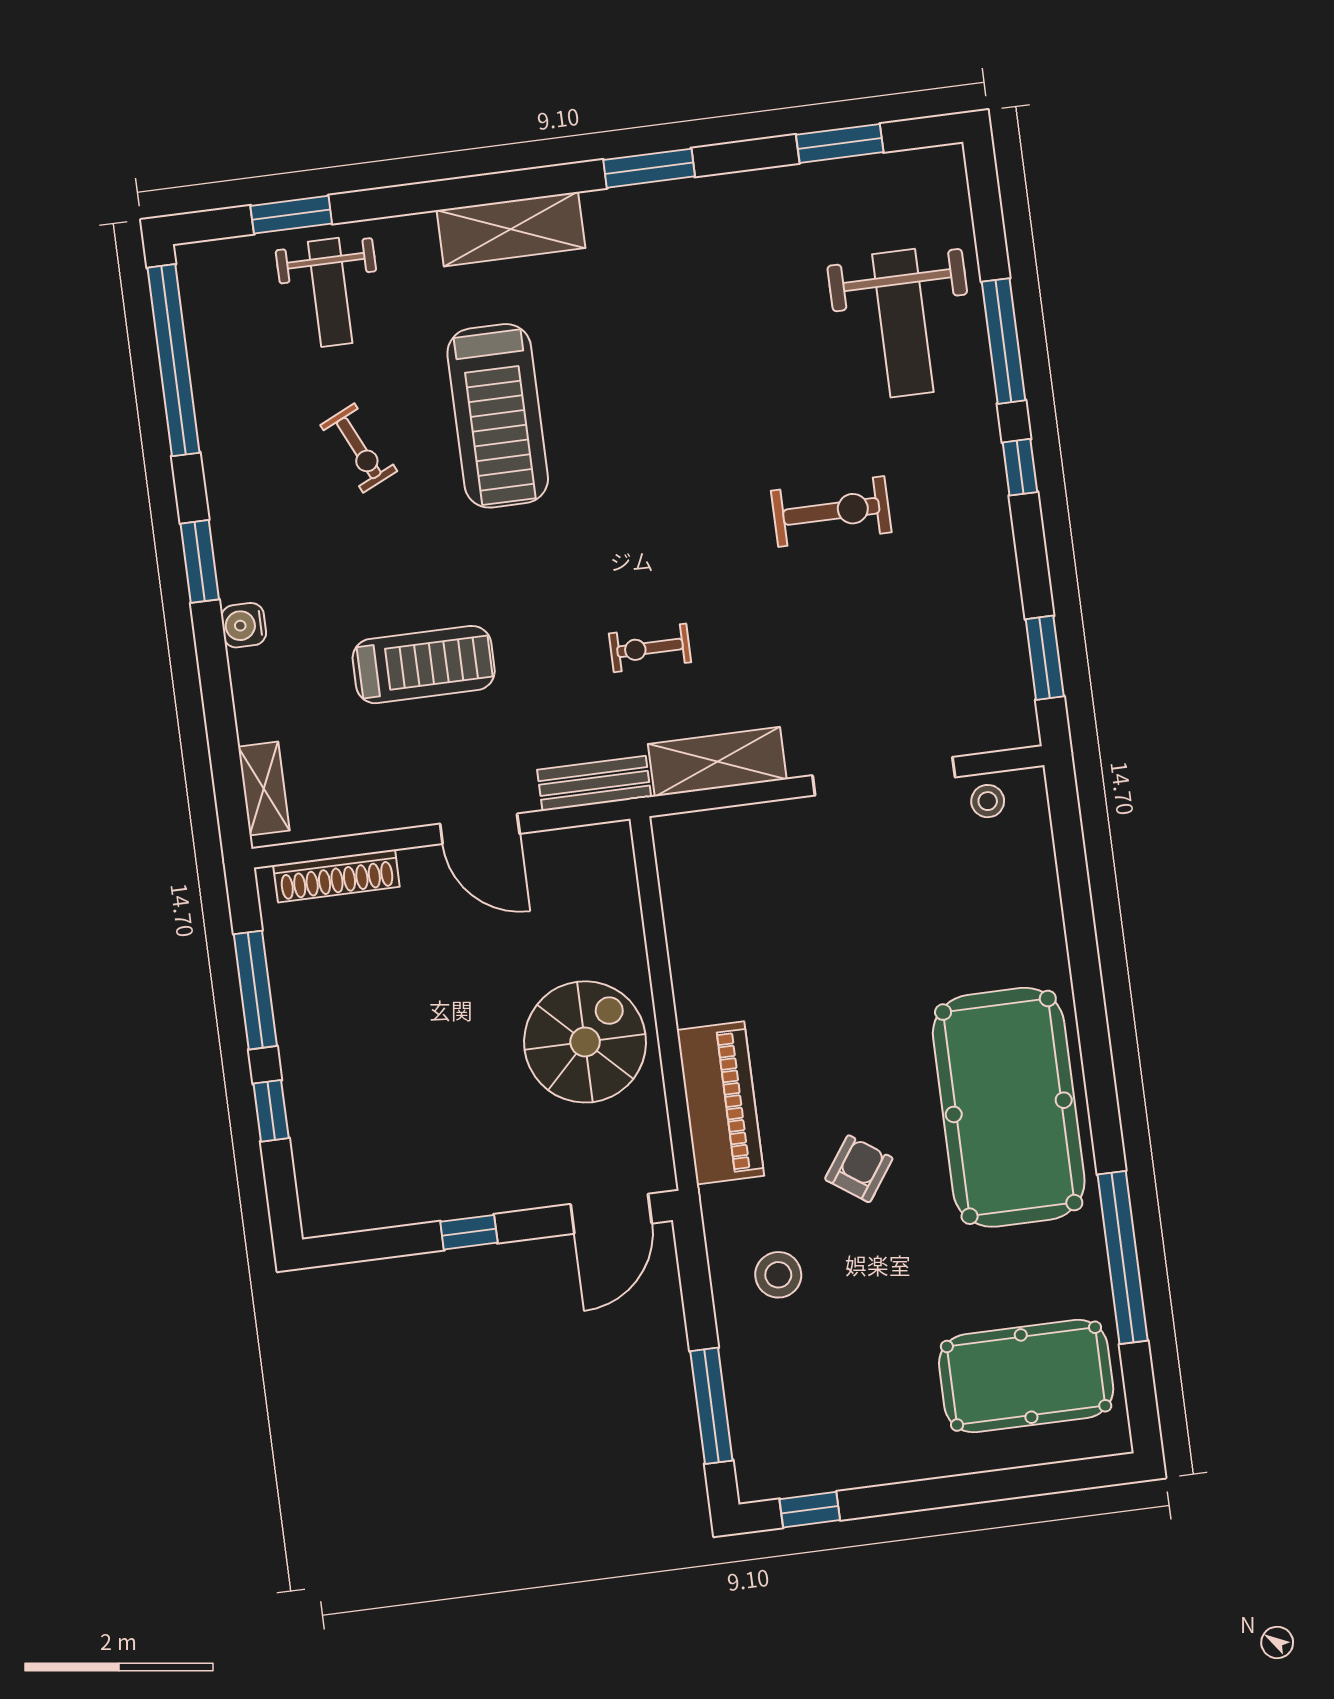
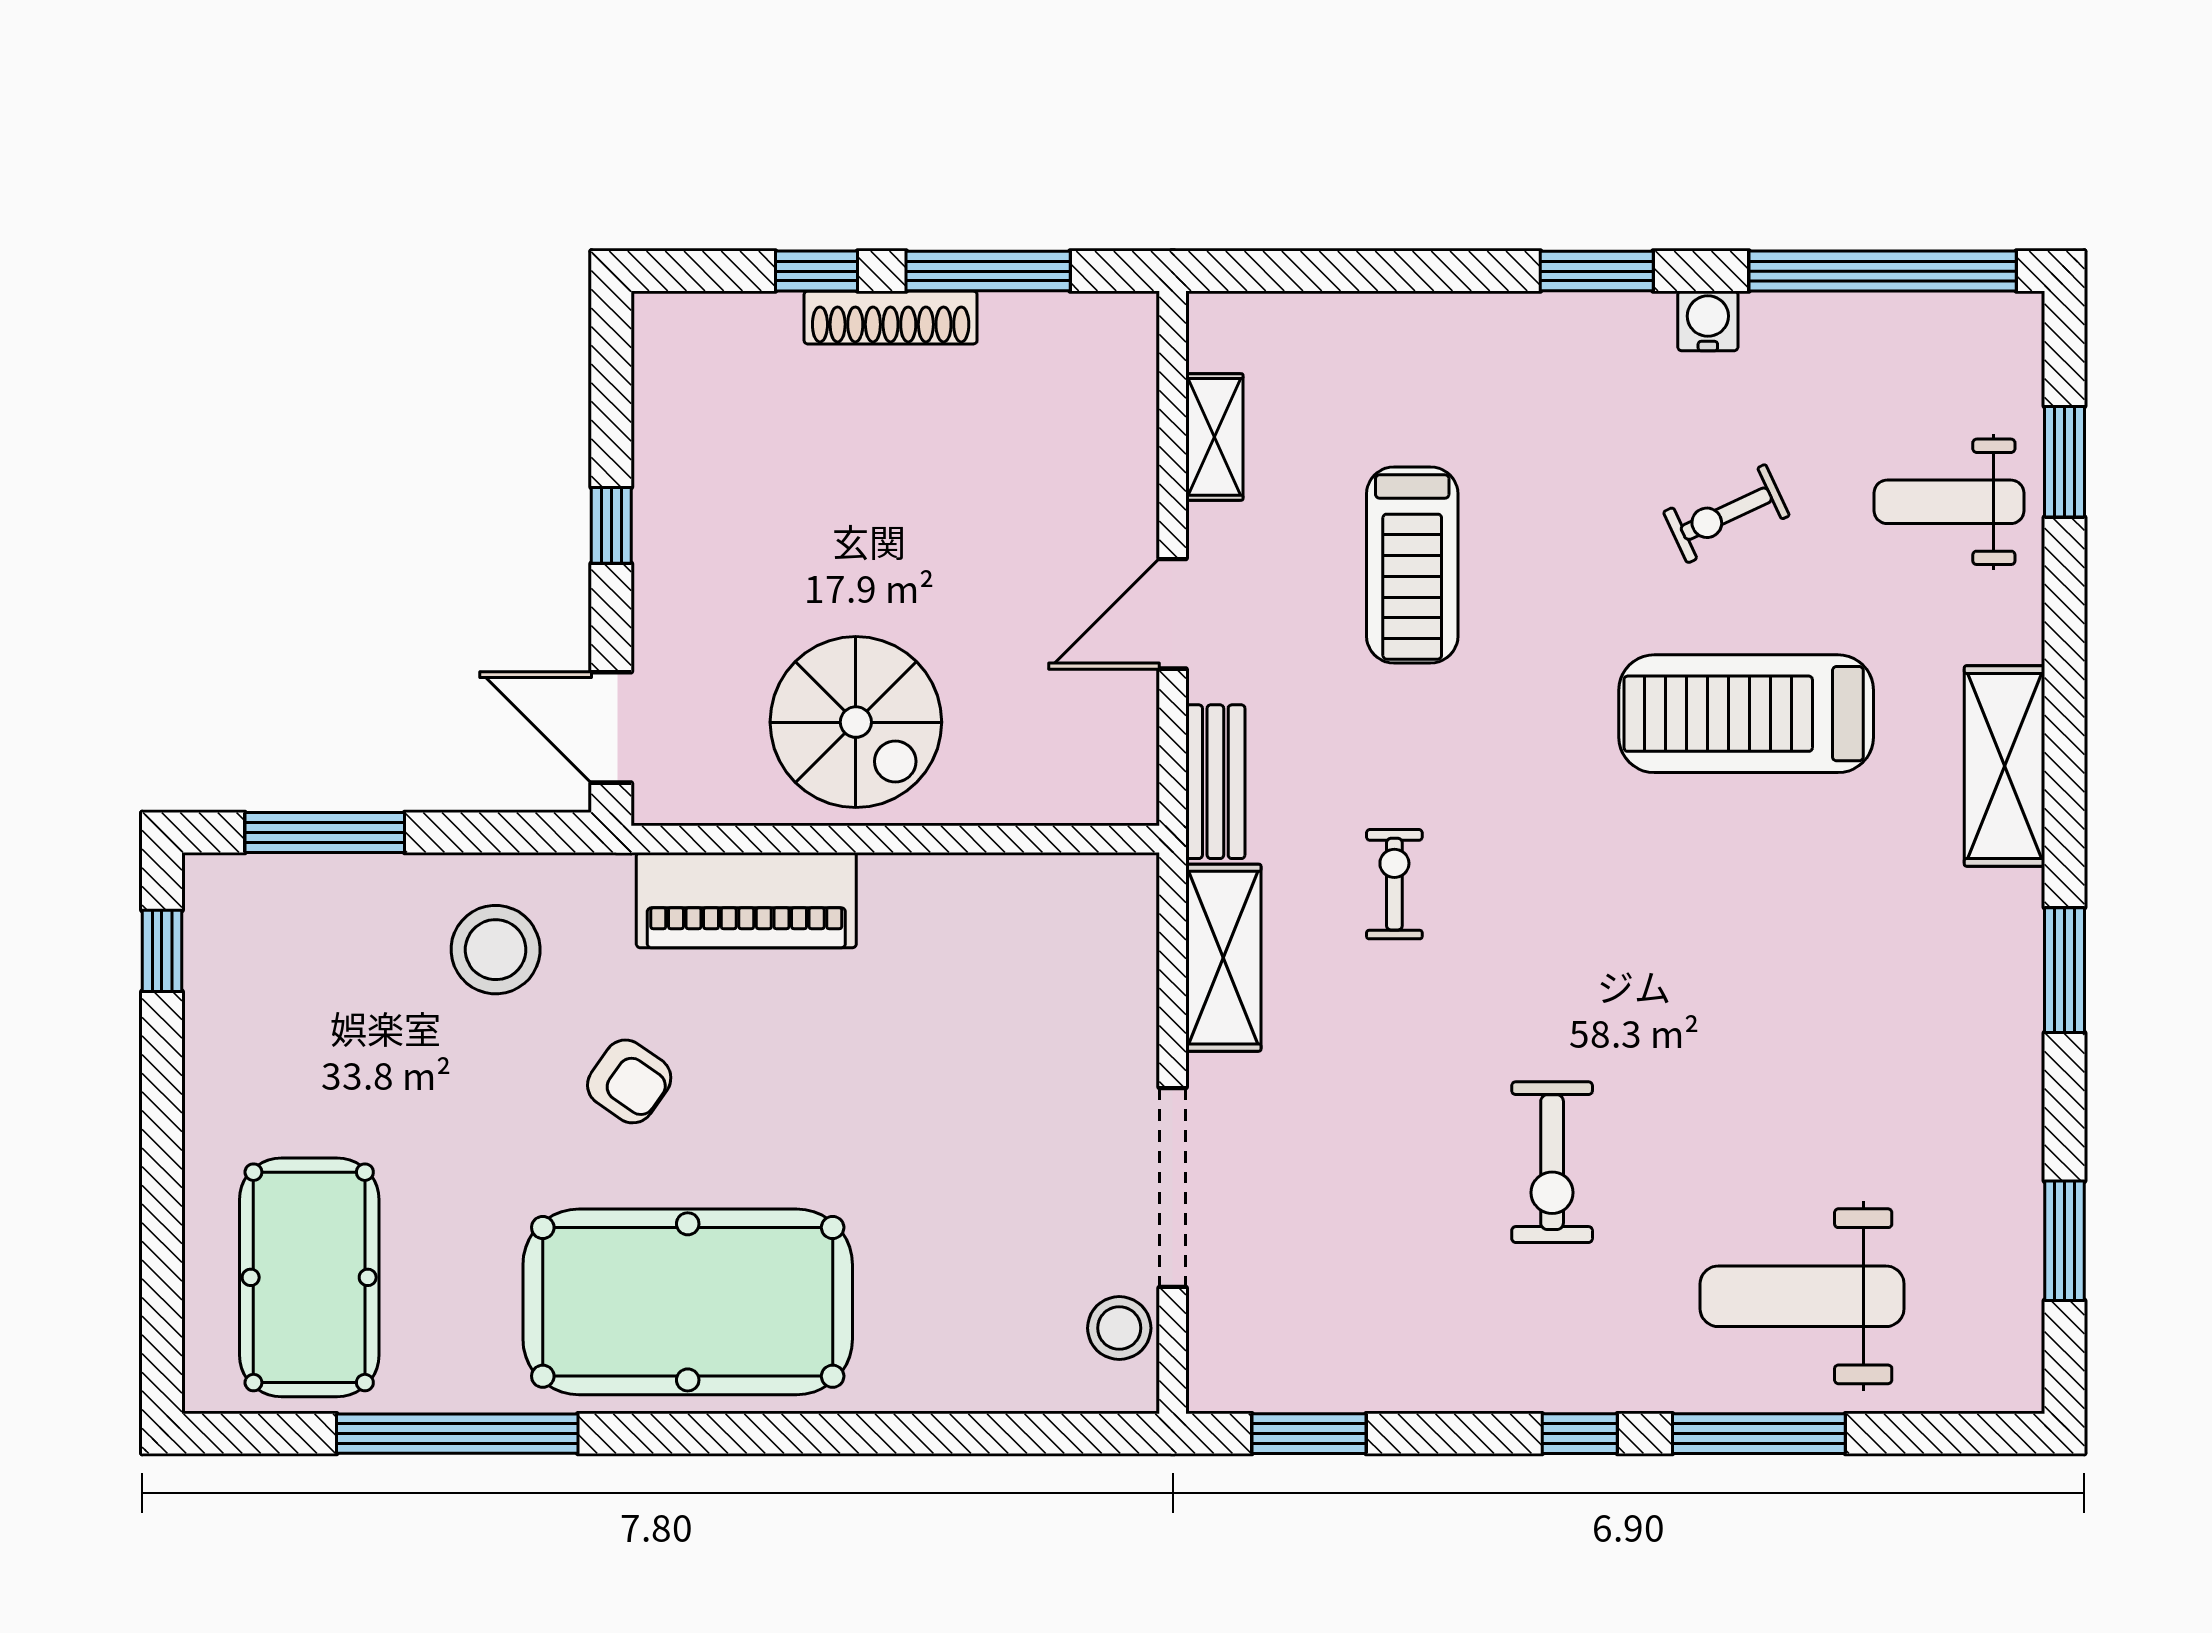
water cooler: (244, 625) -> (1708, 321), moved
shelving: (264, 789) -> (1214, 437), moved, turned 90
stool: (988, 801) -> (1119, 1328), width x1.37, depth x1.37
shoe rack: (336, 876) -> (891, 317), moved, turned -90
stool: (778, 1275) -> (496, 950), width x1.38, depth x1.38

